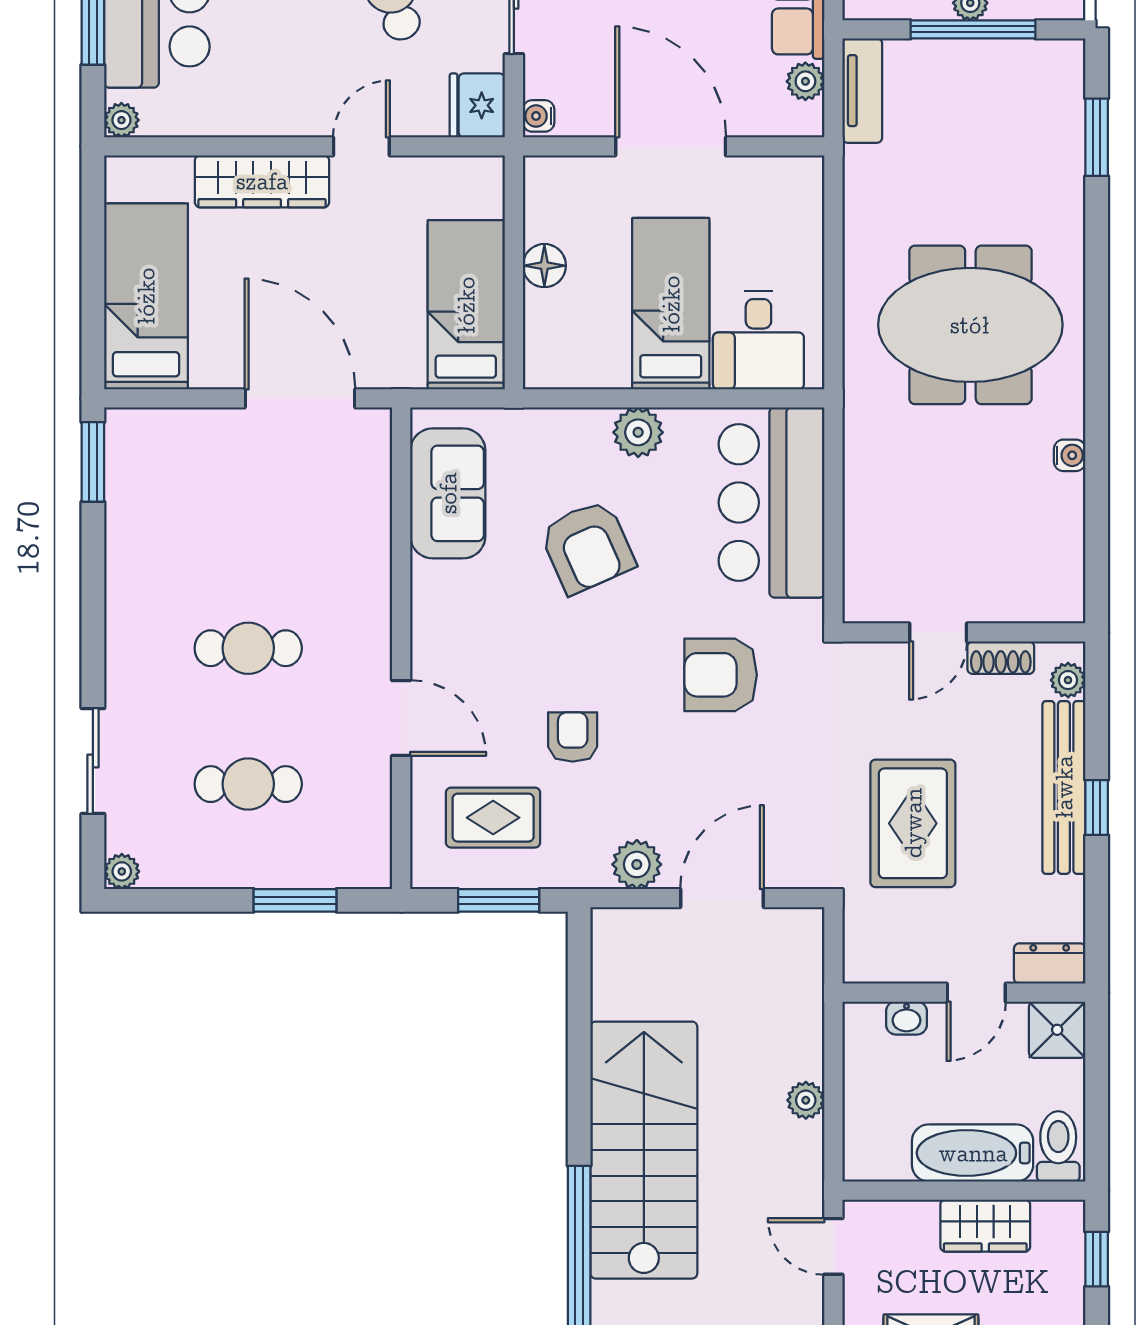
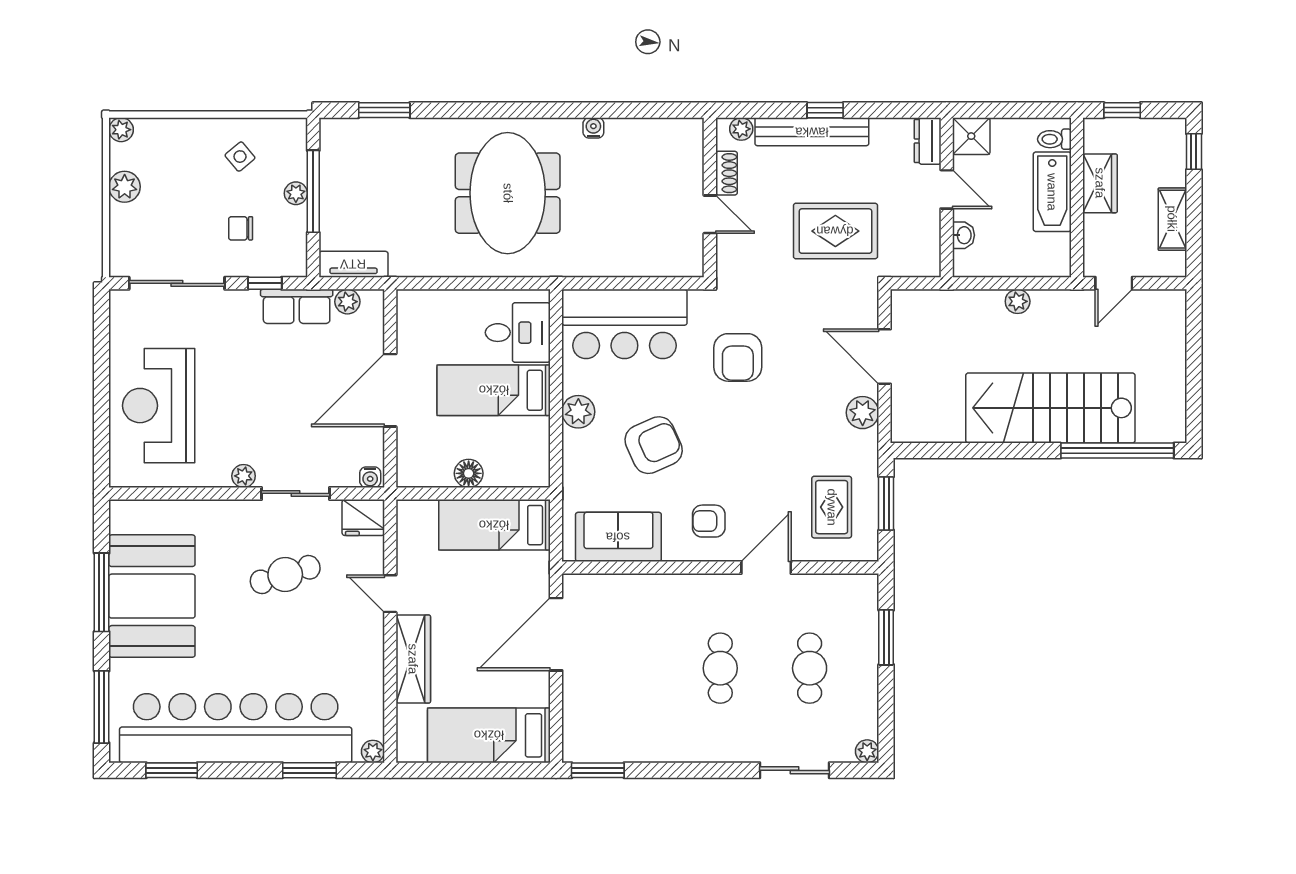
armchair: (573, 737) -> (709, 521), moved
toilet: (1058, 1146) -> (1054, 139), width x0.73, depth x0.72

